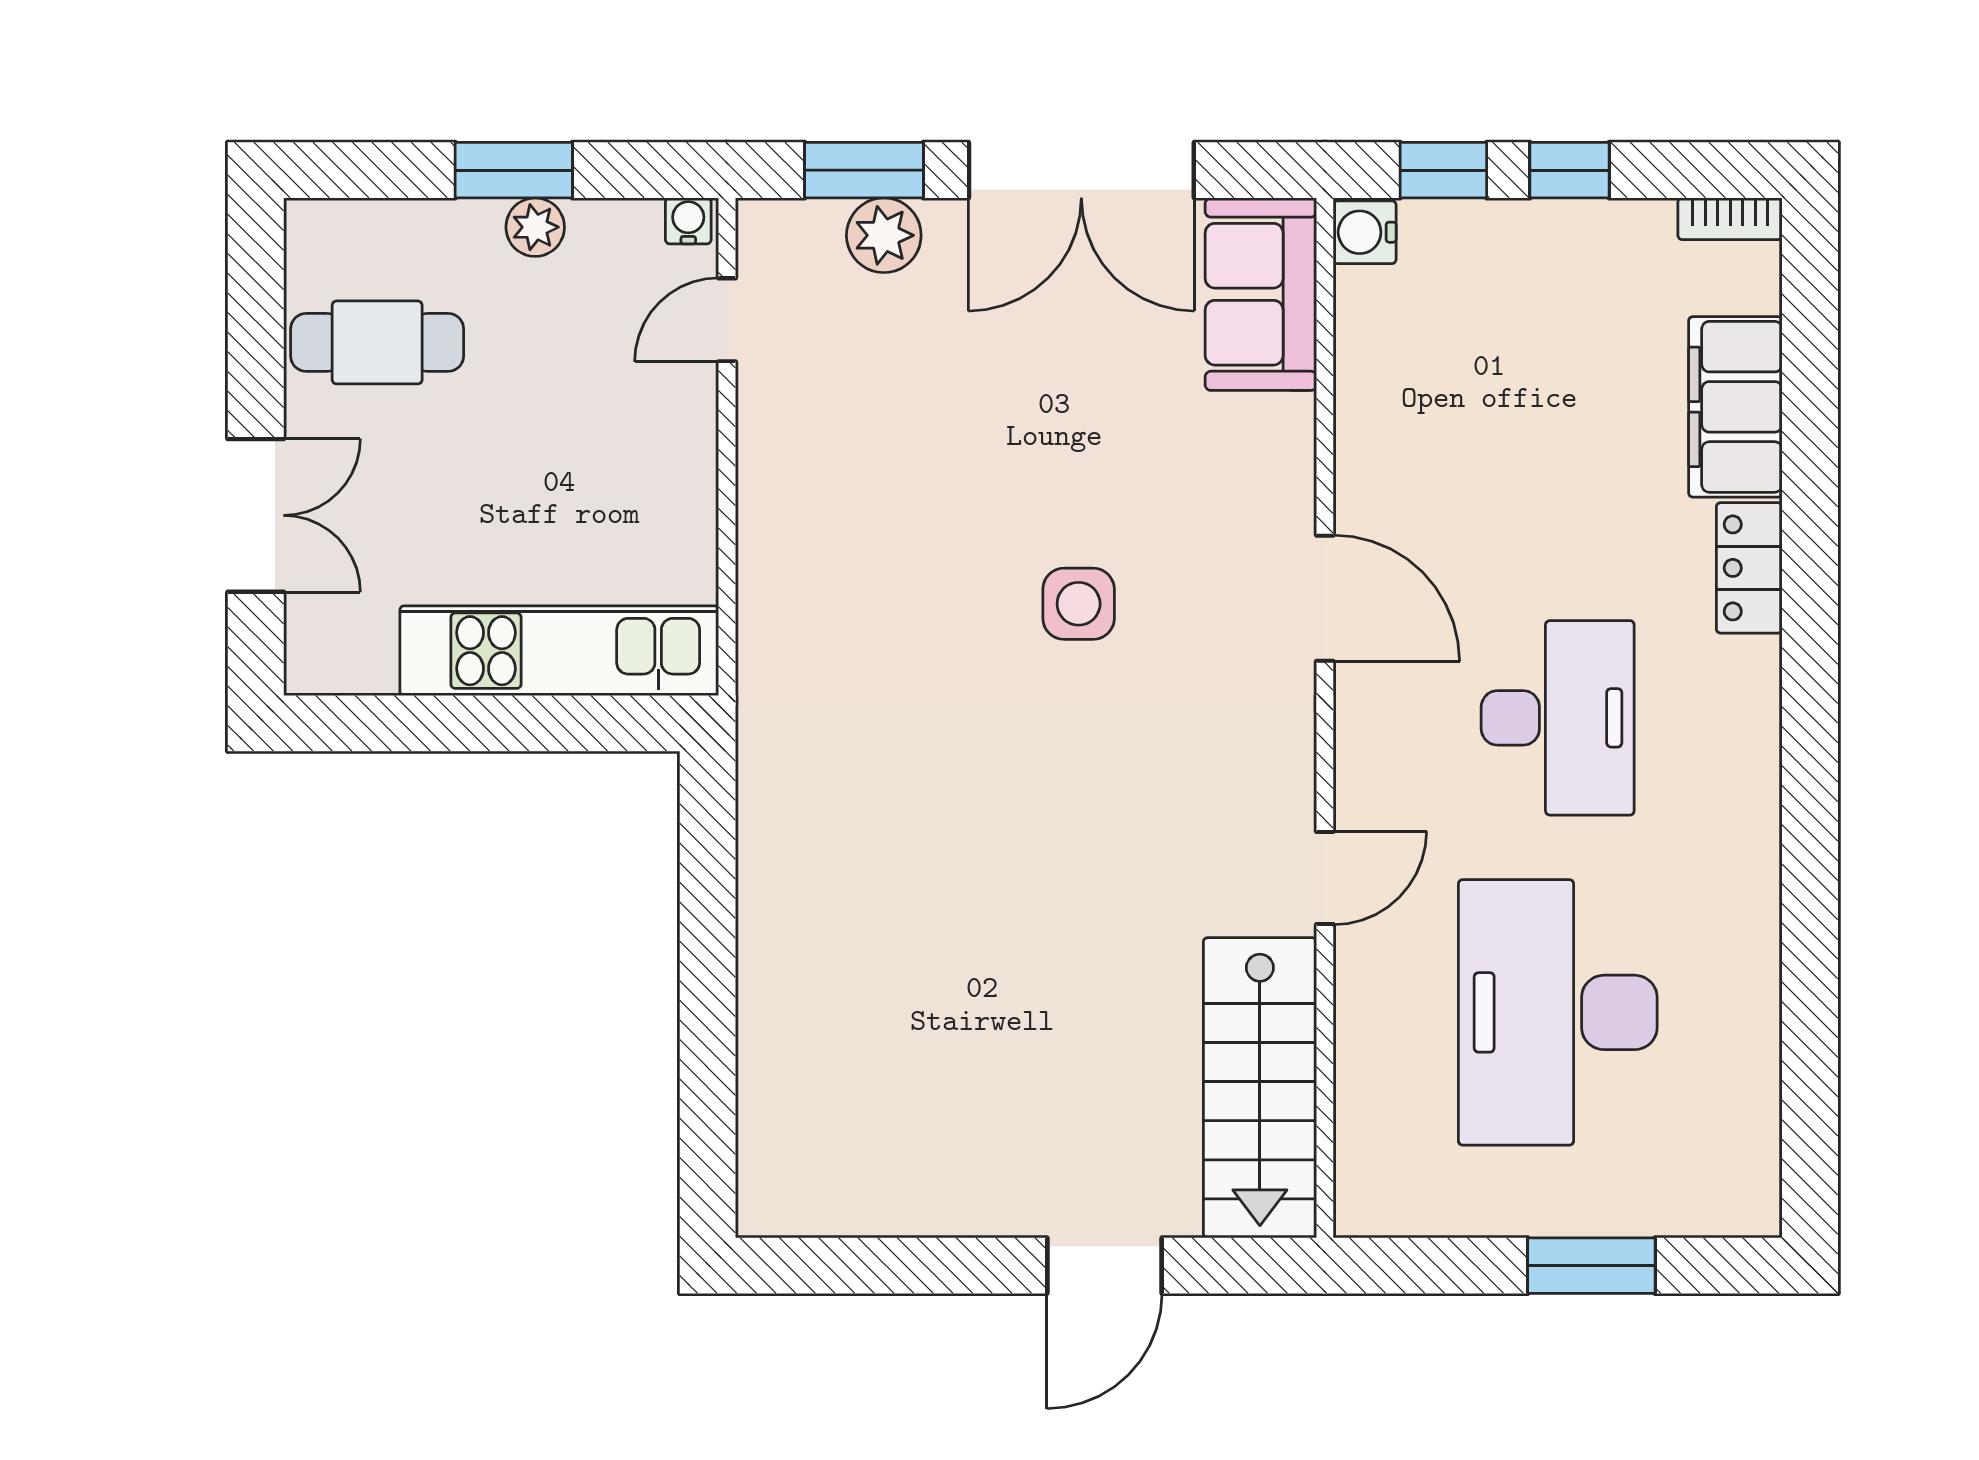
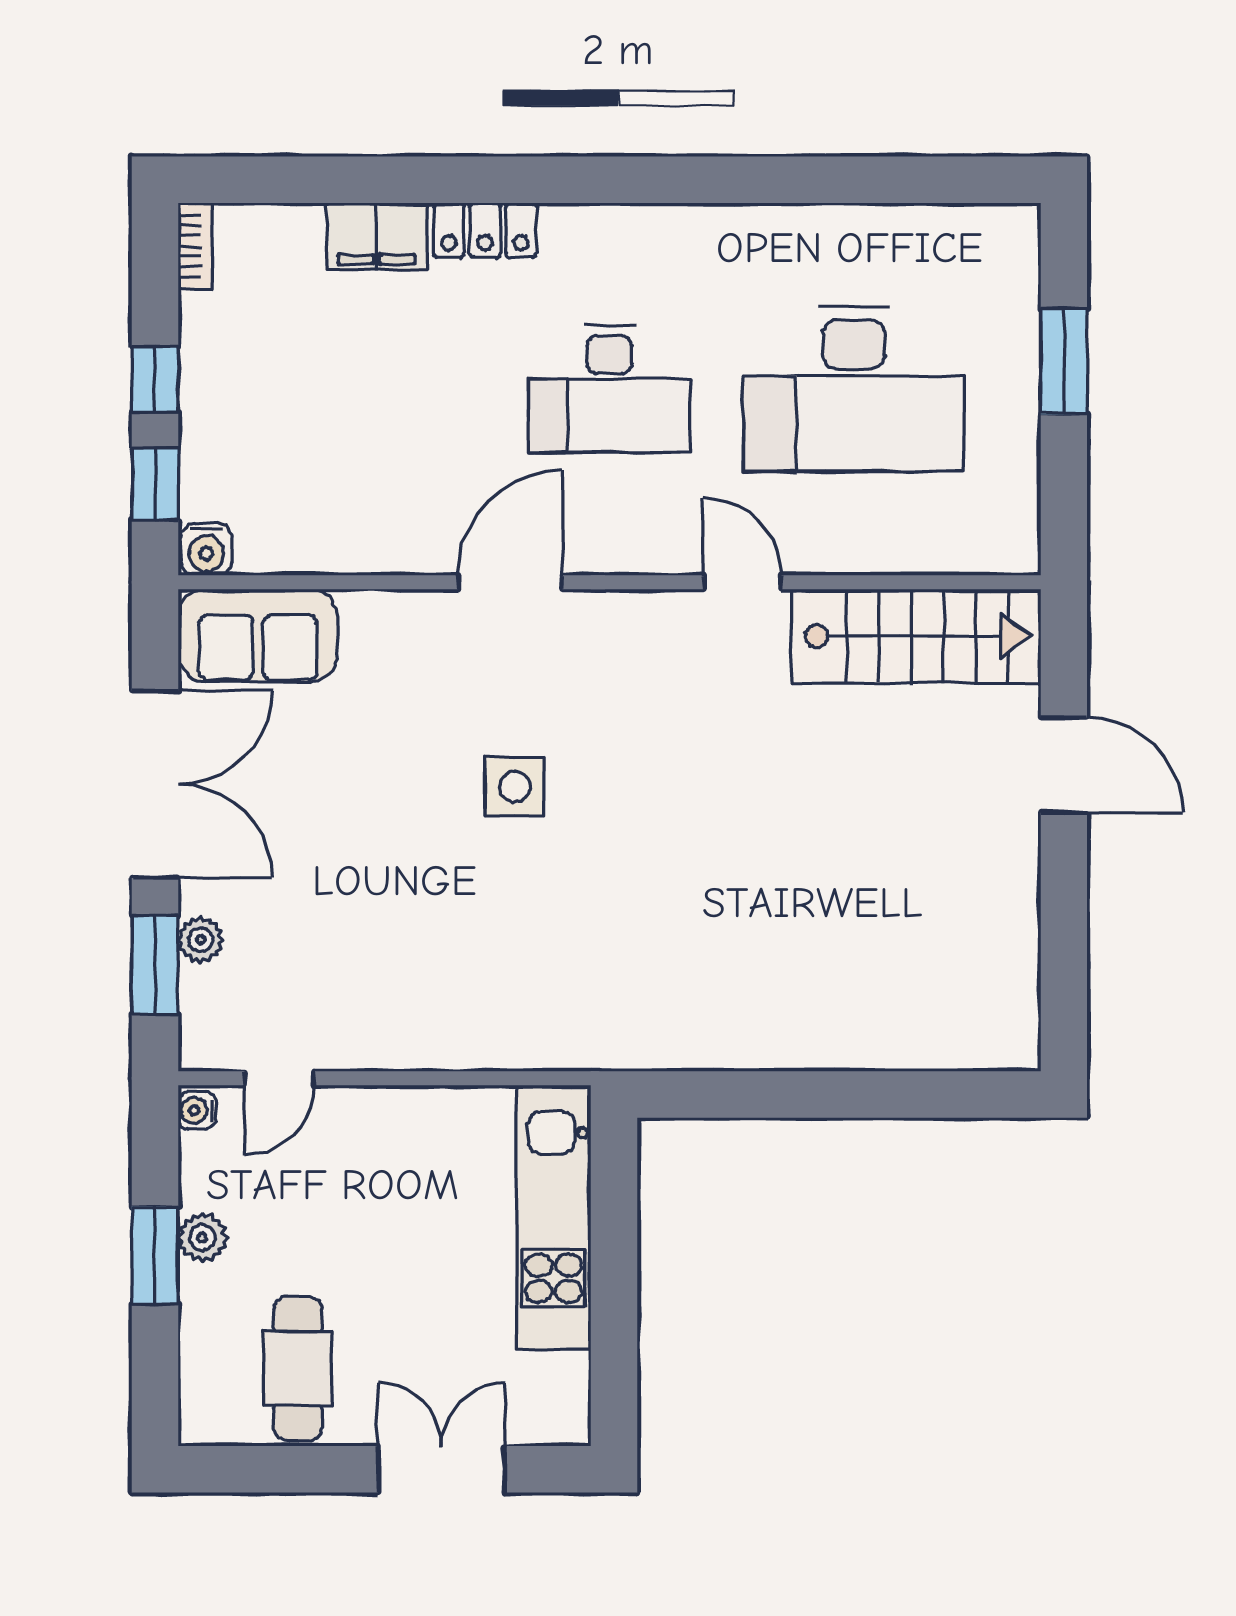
plant: (884, 235) -> (201, 940), width x0.73, depth x0.73
door: (727, 320) -> (279, 1078), hinge flipped
filing cabinet: (1735, 407) -> (376, 236), width x0.67, depth x0.86
desk: (1558, 718) -> (609, 389), turned 180

